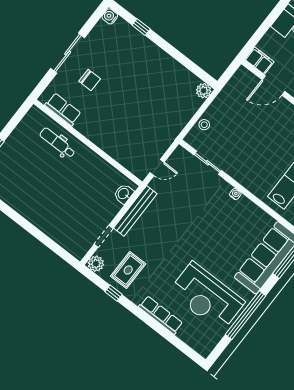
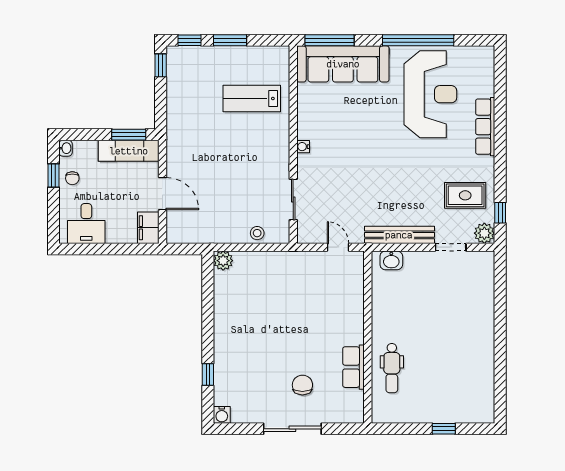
row of seats: (63, 109) -> (353, 367), moved
window: (114, 293) -> (500, 213), moved

